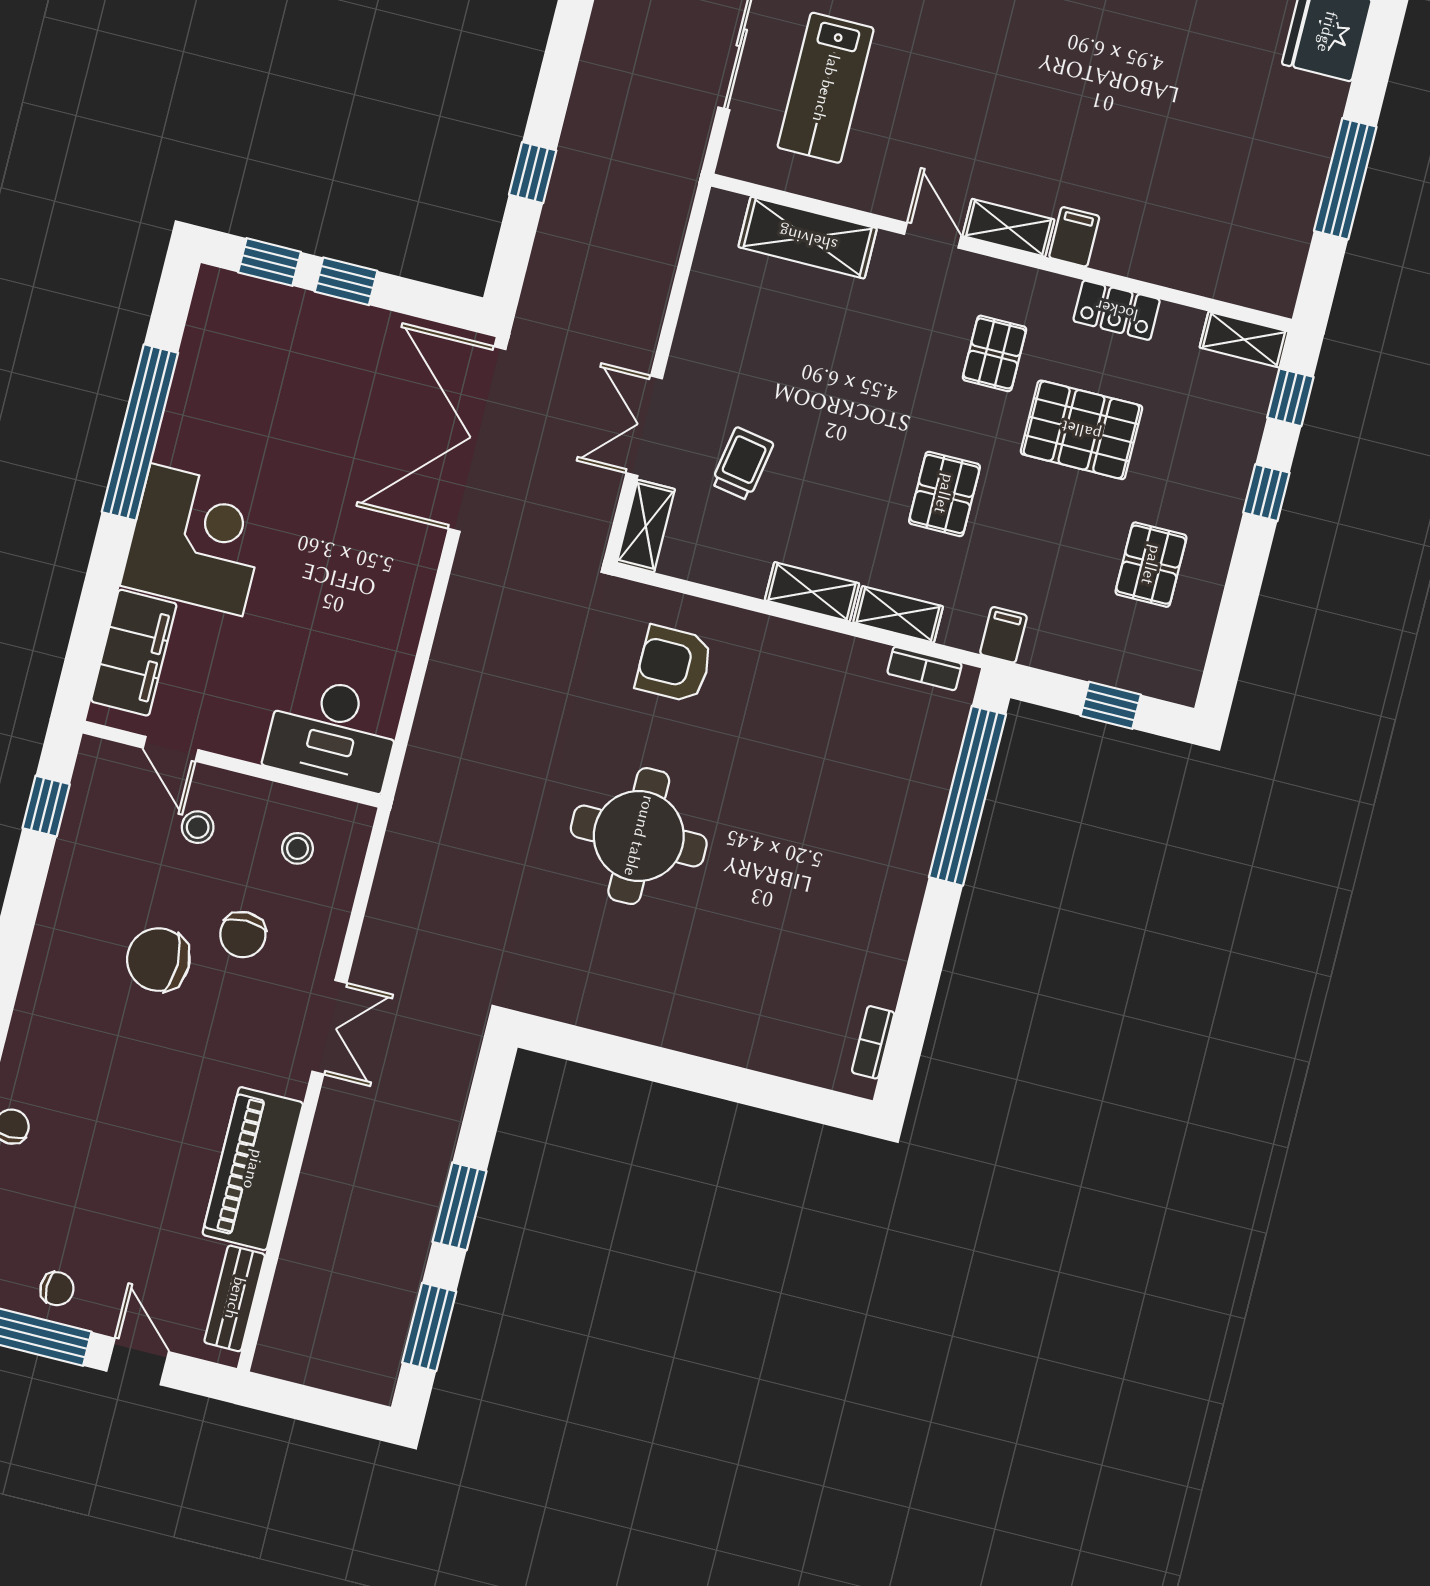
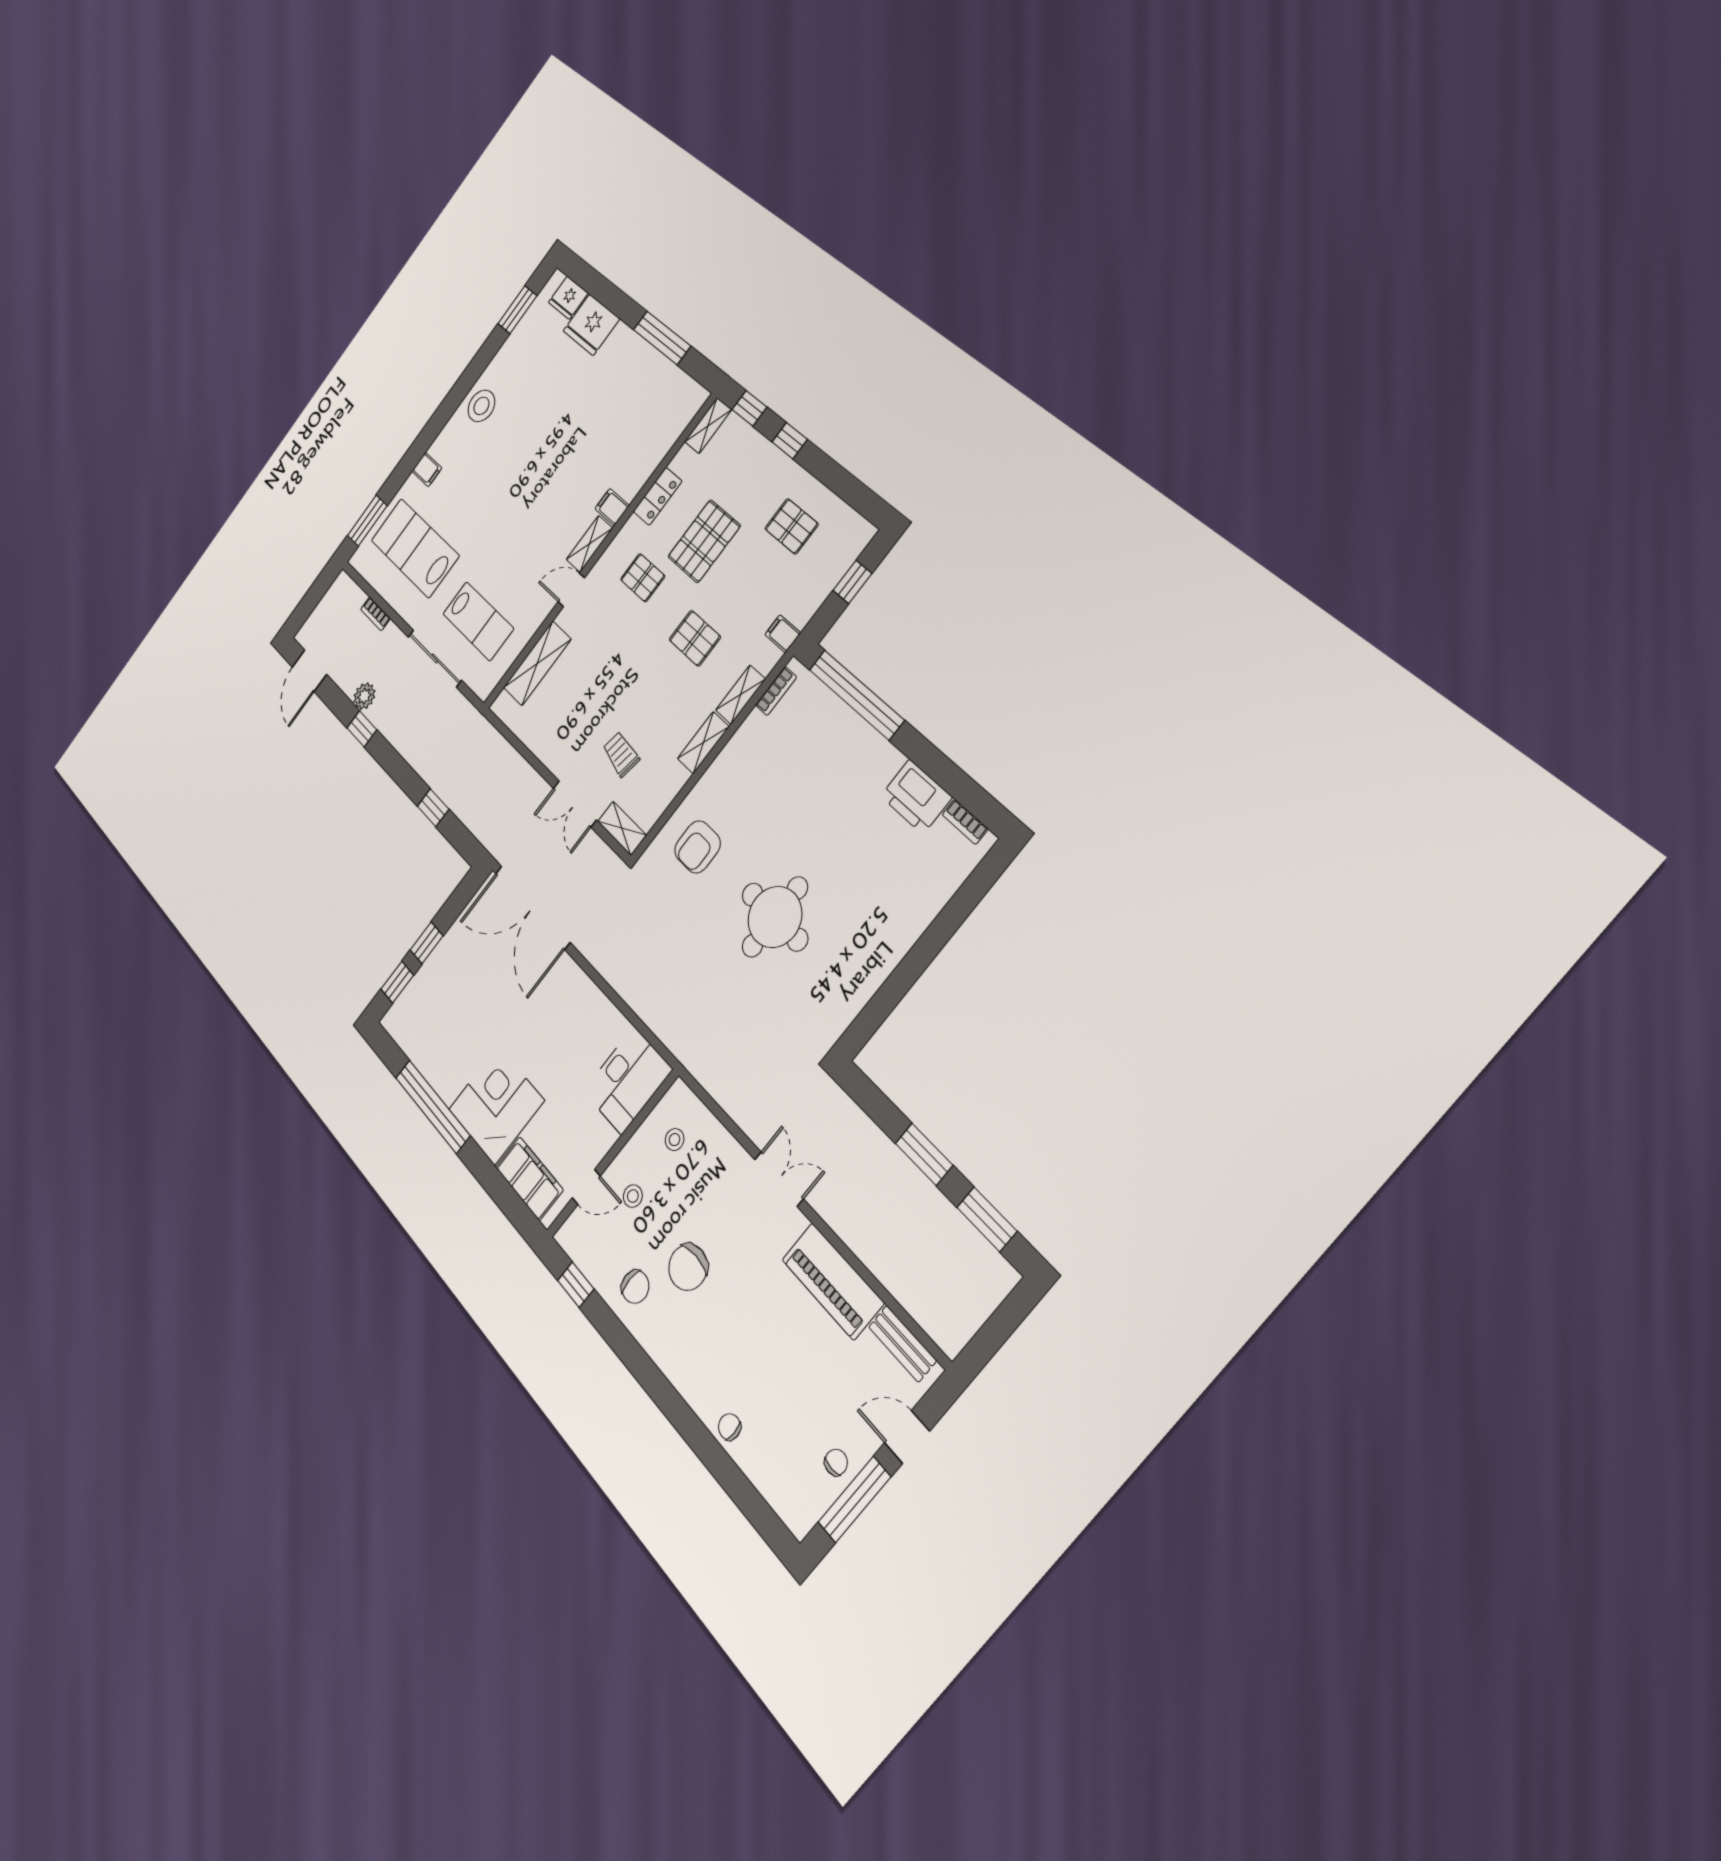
chair: (243, 935) -> (635, 1287), moved
printer: (875, 957) -> (916, 797), added

